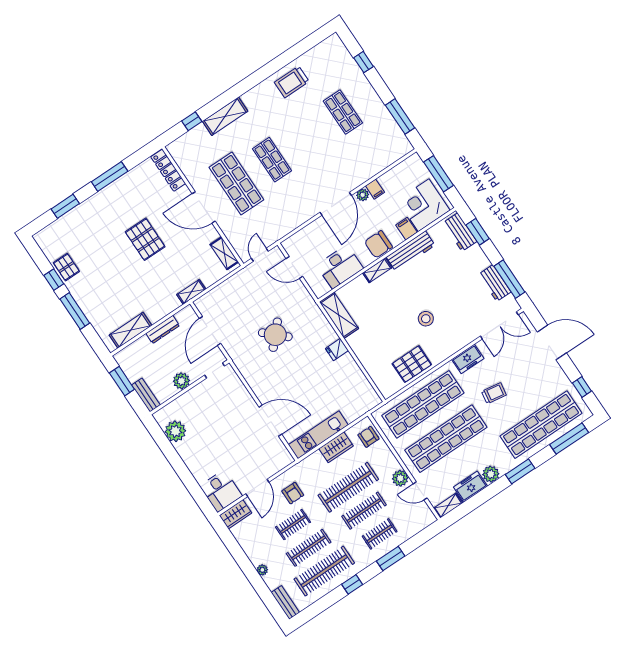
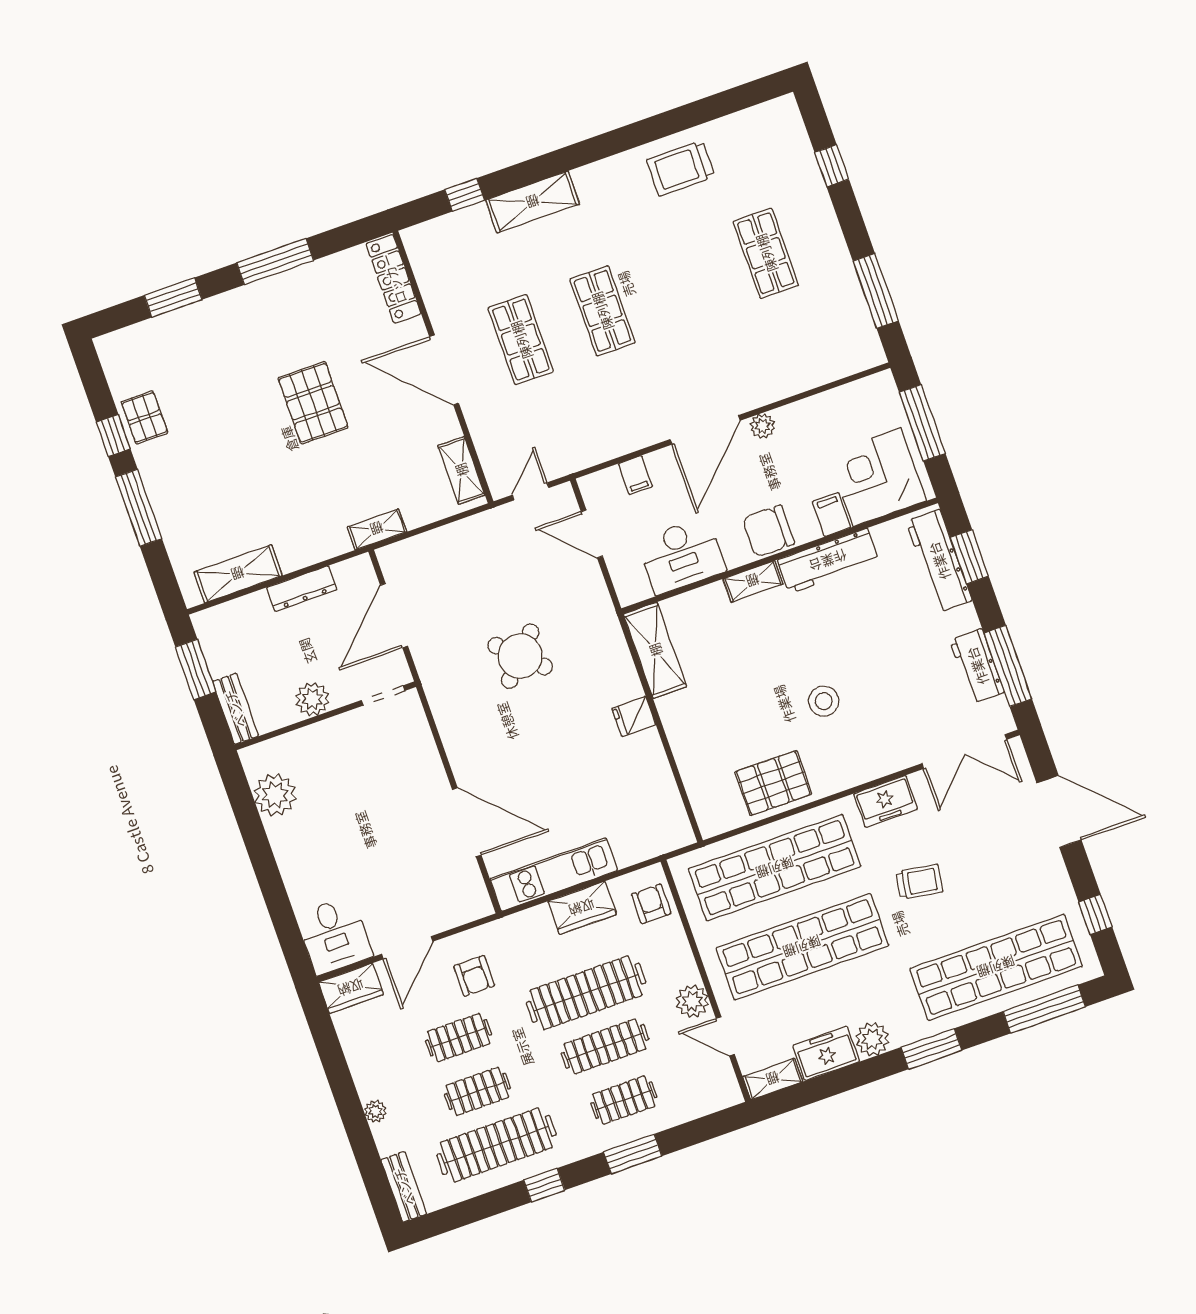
shop shelf: (236, 183) -> (521, 340), width x0.70, depth x0.74
filing cabinet: (375, 189) -> (635, 475), moved
workbench: (460, 232) -> (939, 561), width x1.37
clothes rail: (309, 548) -> (477, 1091), width x0.73

